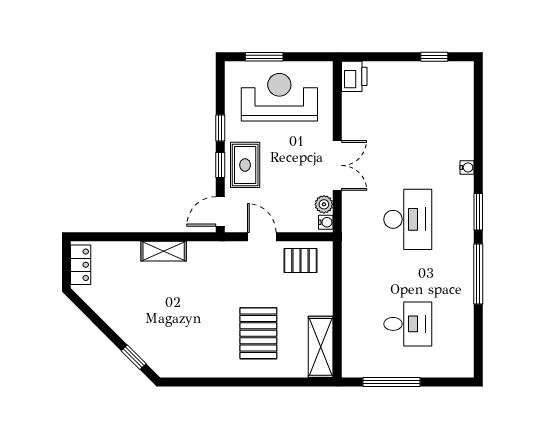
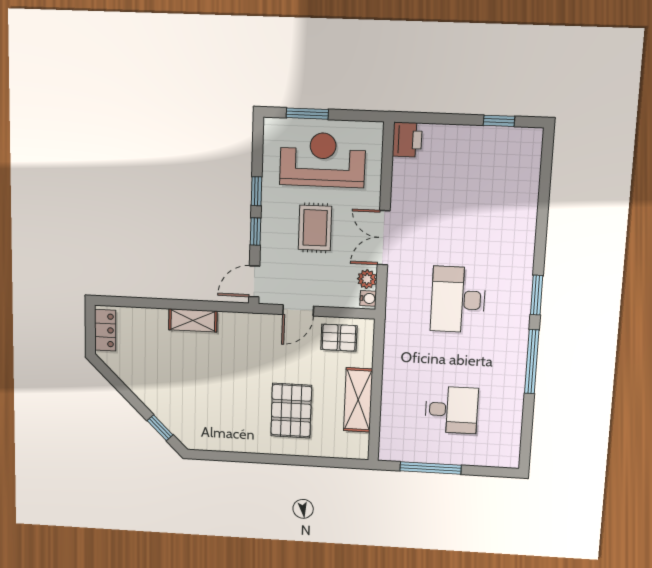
rug: (245, 165) -> (315, 228), moved
double door: (337, 165) -> (384, 238), swing flipped
water cooler: (467, 167) -> (528, 246), removed
desk: (408, 219) -> (458, 300), turned 180
door: (262, 237) -> (298, 310), swing flipped
shelving: (321, 347) -> (358, 400), moved

